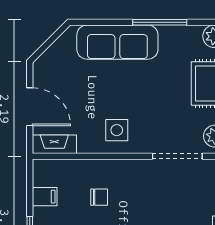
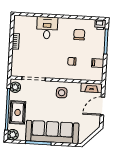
sofa: (117, 42) -> (52, 132), width x1.36, depth x1.27
door: (30, 107) -> (102, 106), hinge flipped

